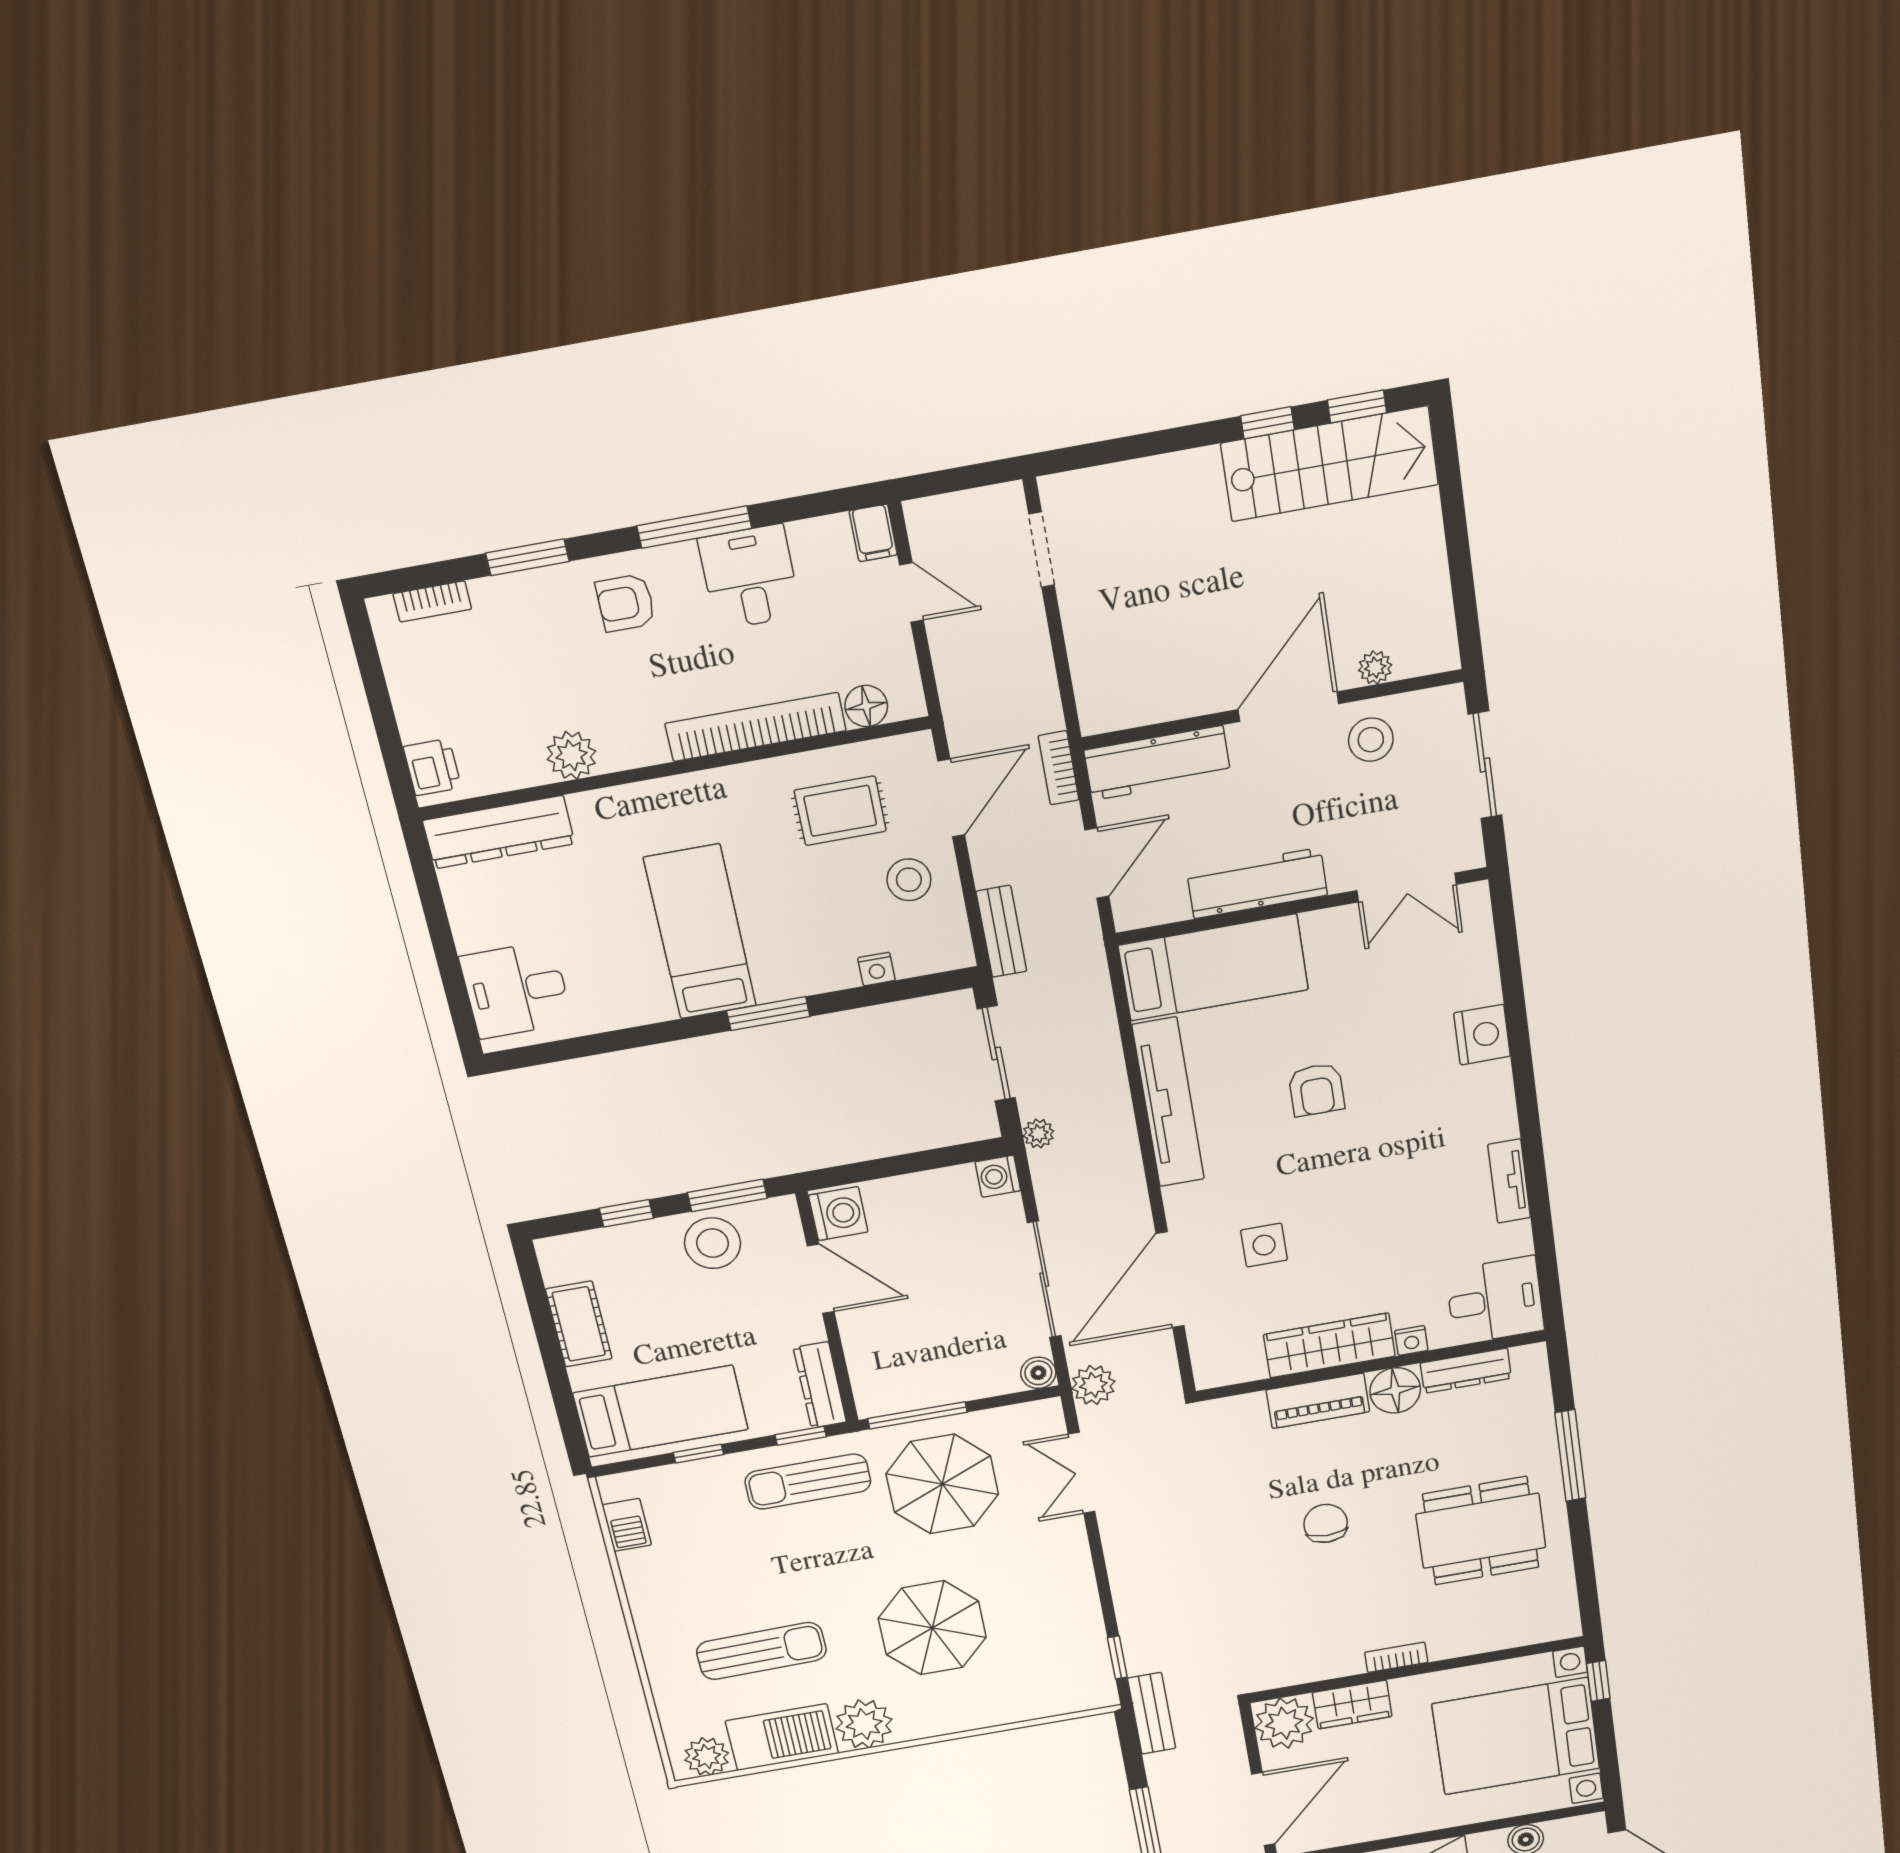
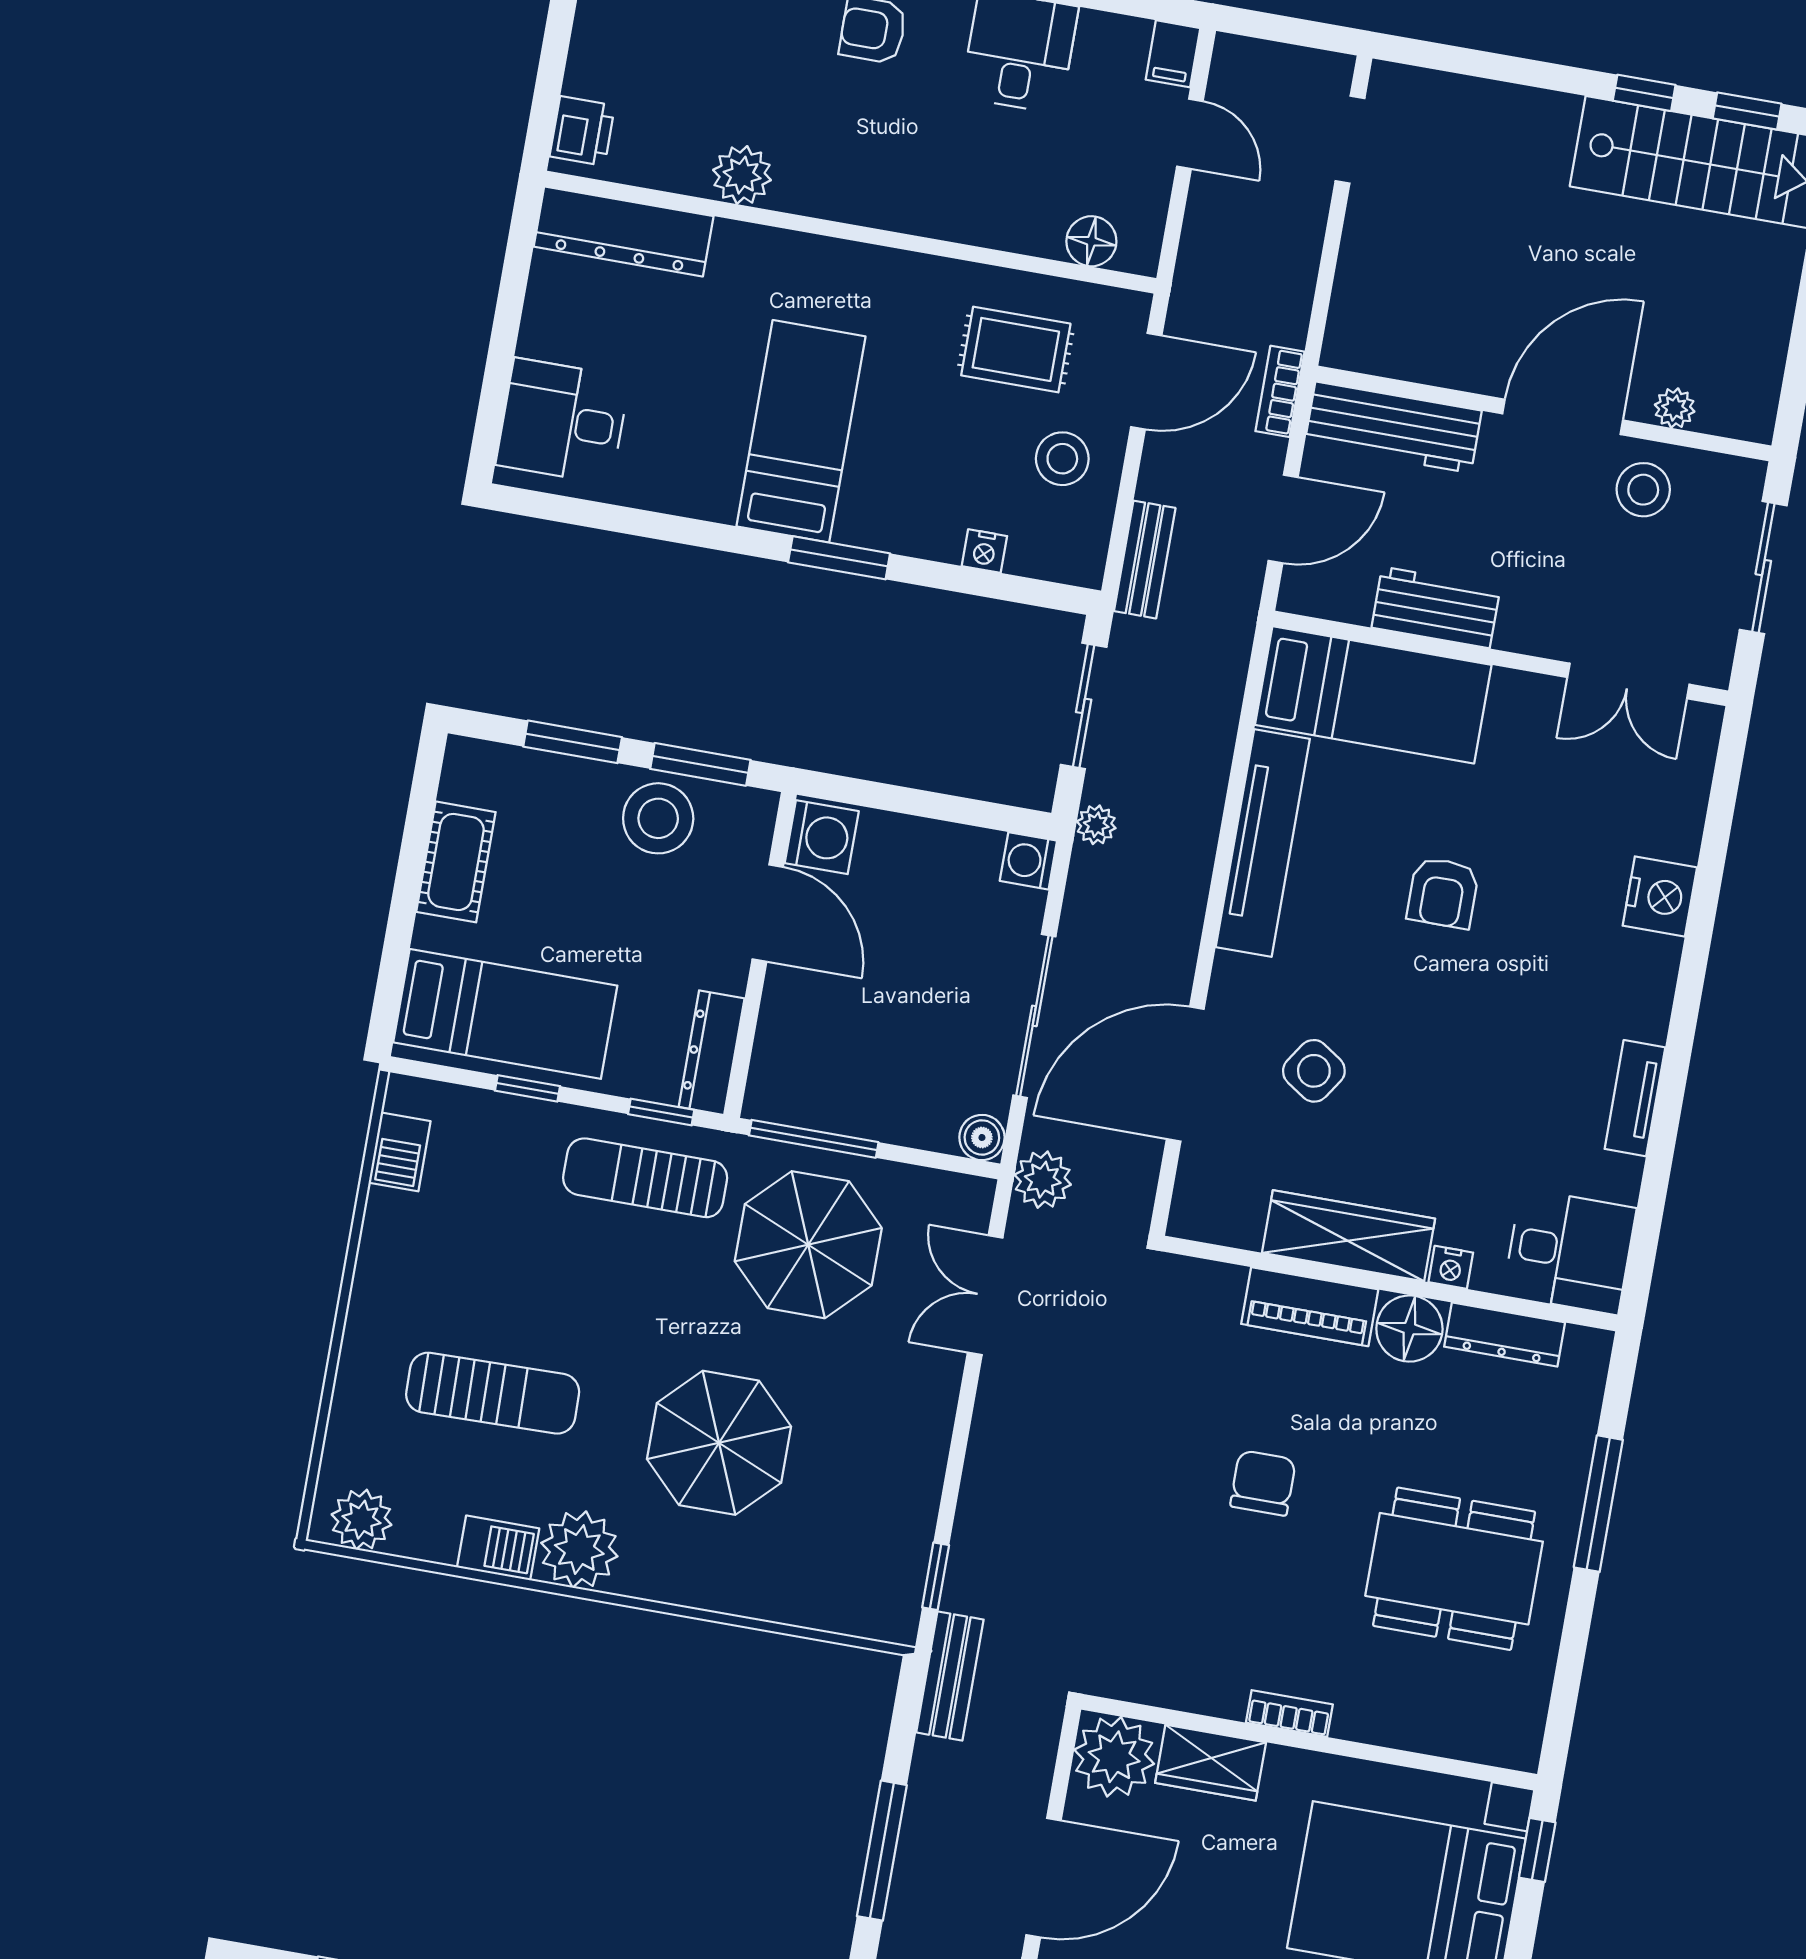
bookcase: (756, 727) -> (959, 219), removed
workbench: (1257, 883) -> (1436, 607), width x0.73
window: (626, 1213) -> (573, 742), width x1.50
side table: (1264, 1245) -> (1314, 1071), turned 34
barbecue: (782, 1737) -> (498, 1548), width x0.53, depth x0.65

